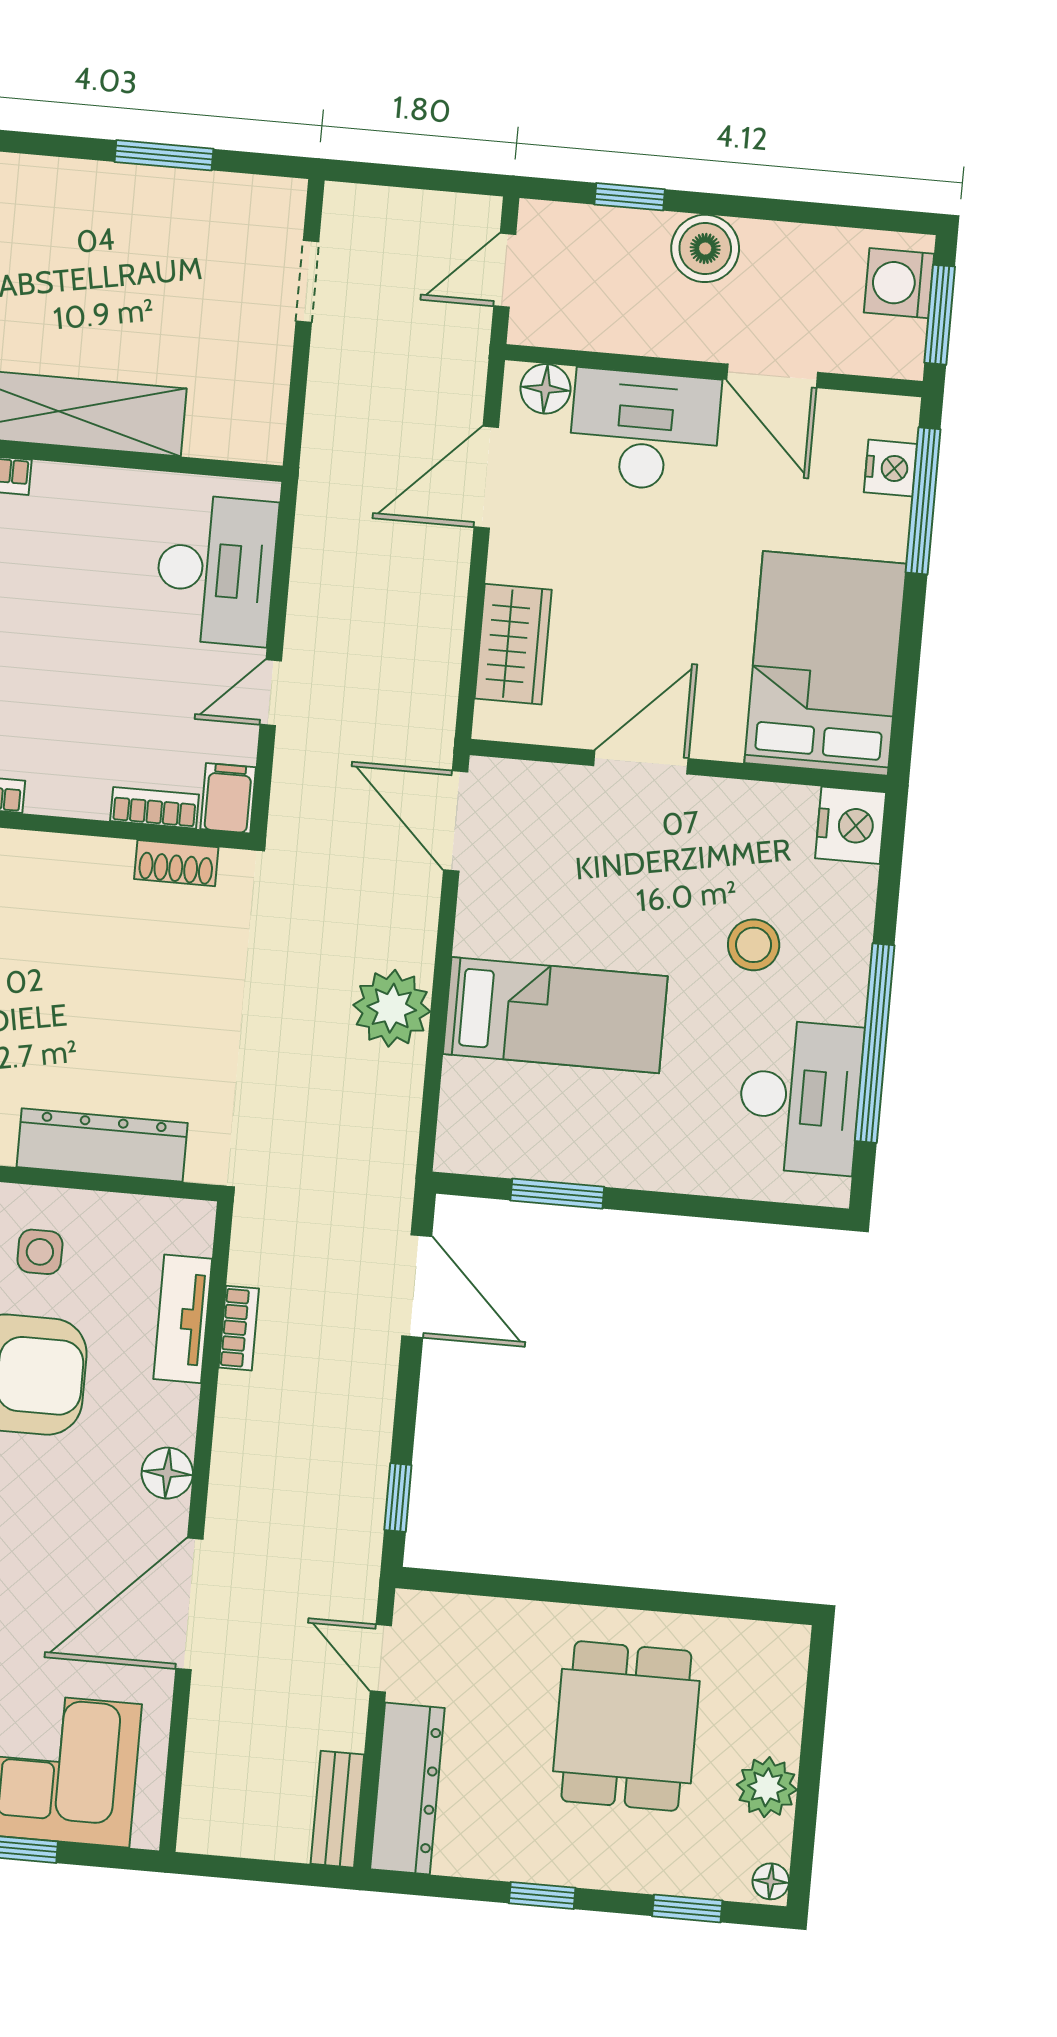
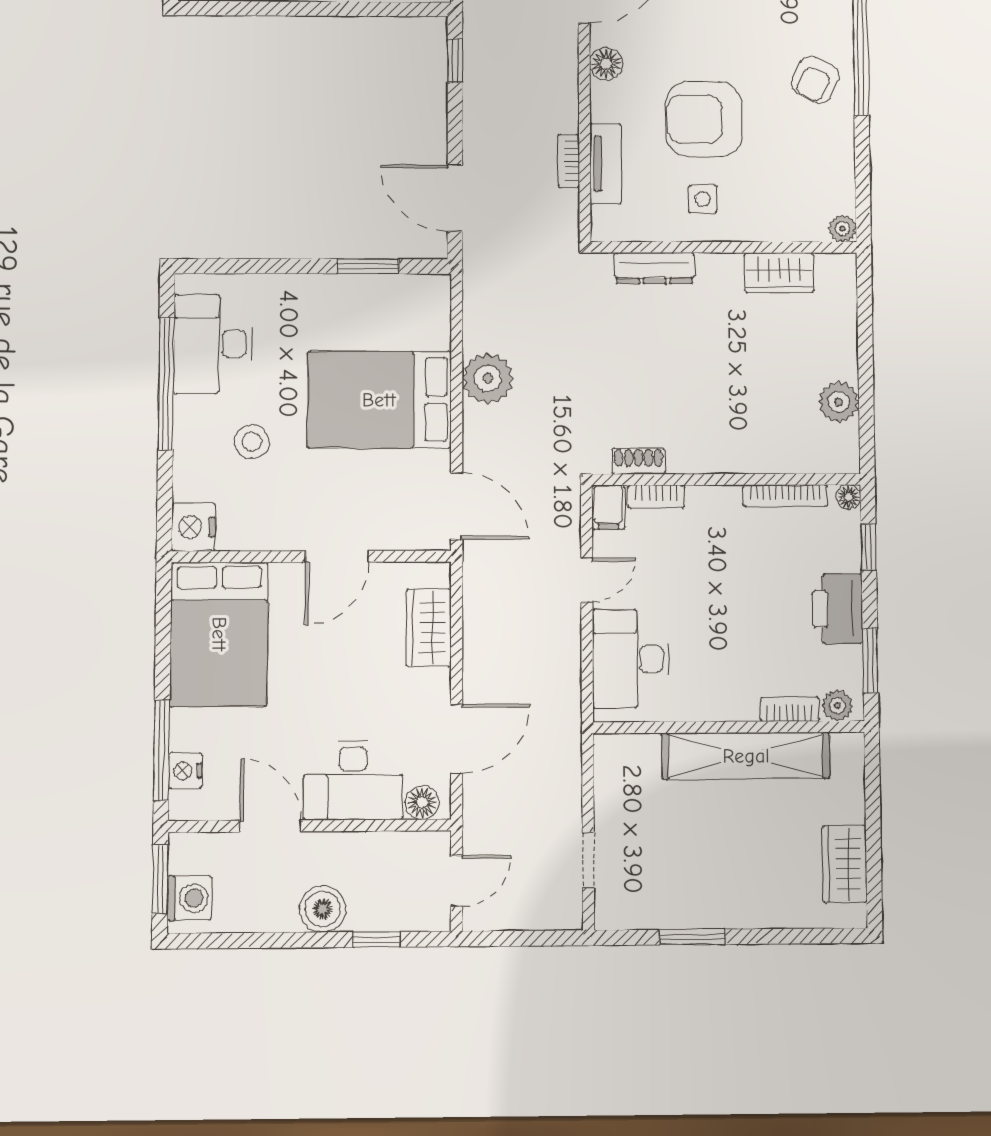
bed: (555, 1015) -> (379, 400), width x1.50
dresser: (102, 1145) -> (654, 268), width x0.73, depth x0.80

